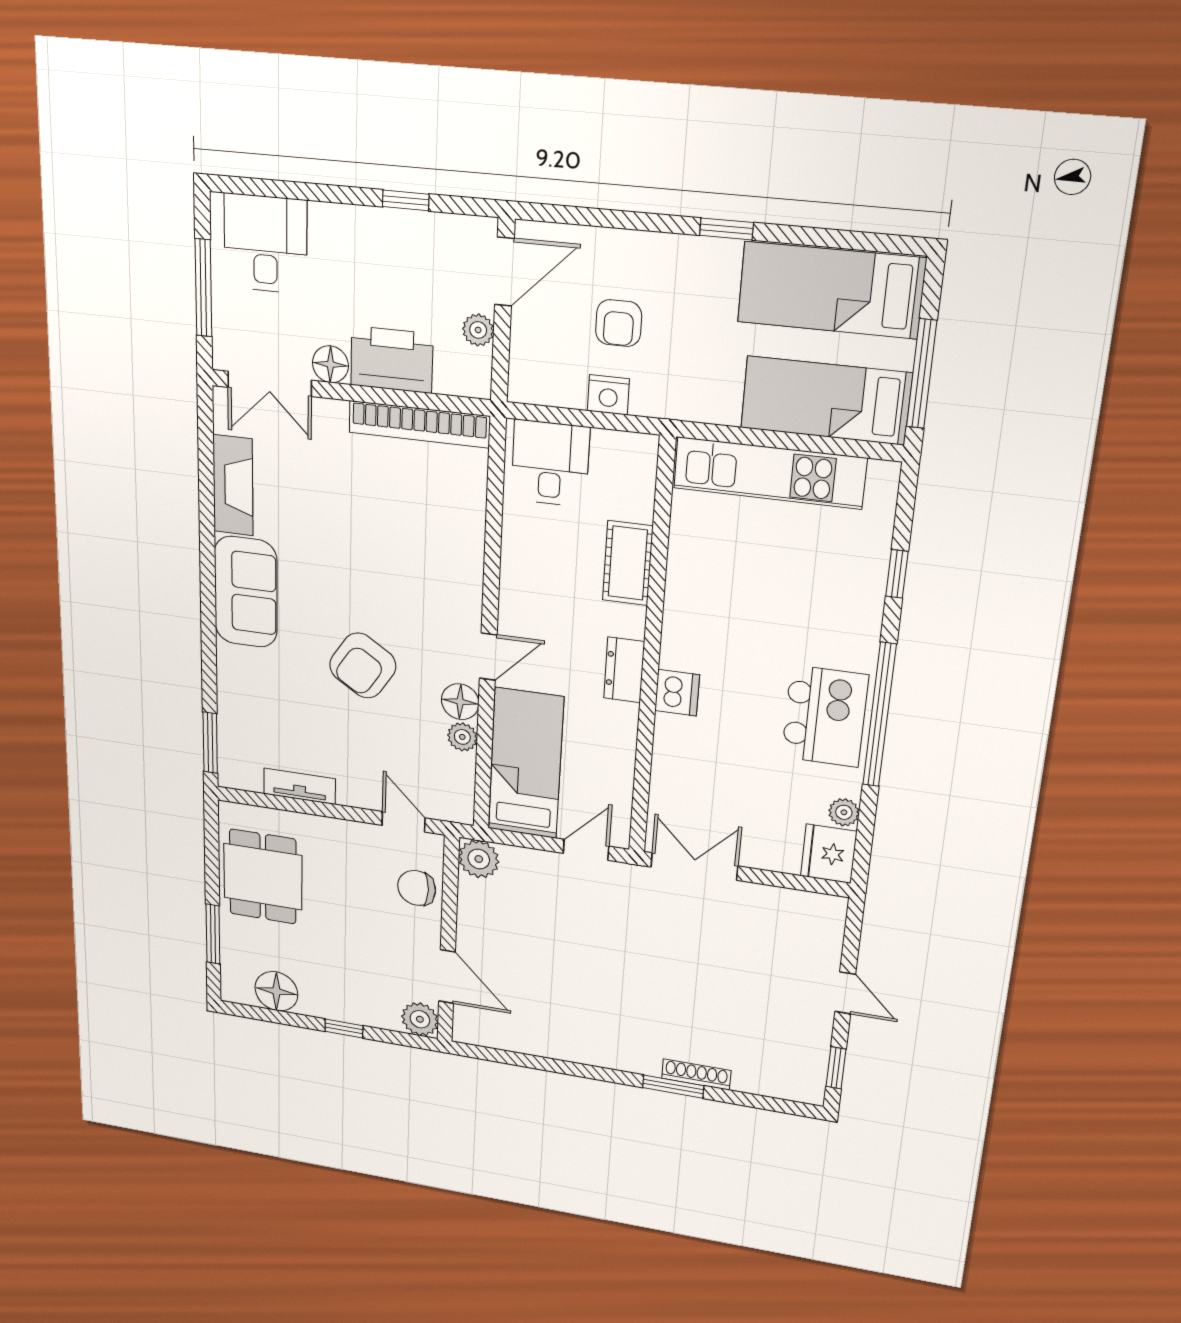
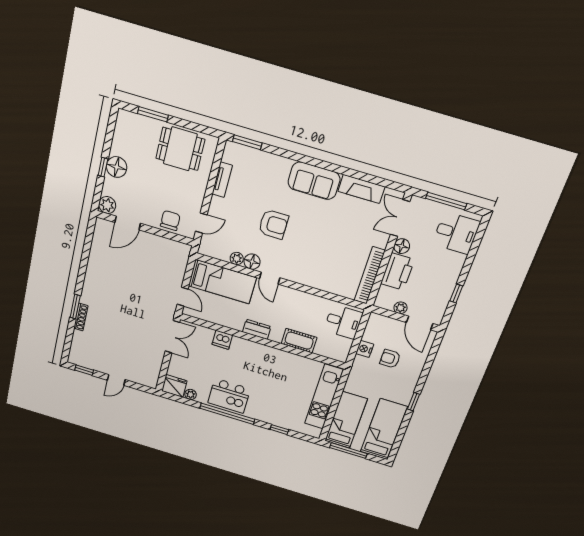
armchair: (363, 666) -> (273, 224), turned 147
dishwasher: (677, 693) -> (222, 340), moved
plant: (479, 859) -> (182, 251), removed
floor lamp: (276, 991) -> (117, 167), moved

